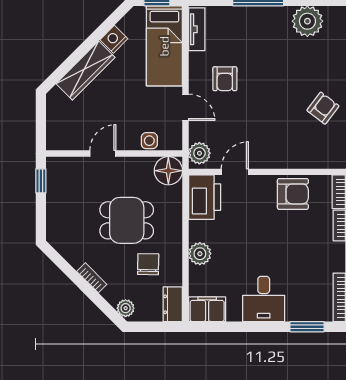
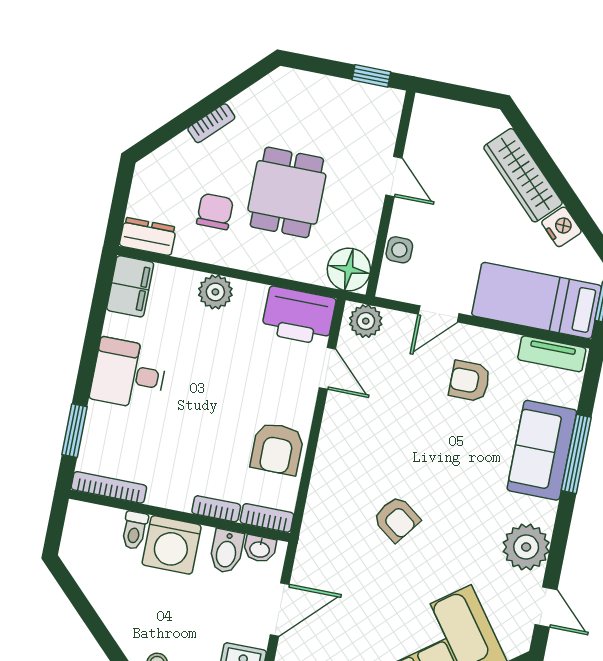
plant: (307, 21) -> (526, 547), moved
sofa: (260, 23) -> (542, 450), added
chair: (148, 264) -> (215, 212), turned -91
plant: (126, 308) -> (156, 165), removed

